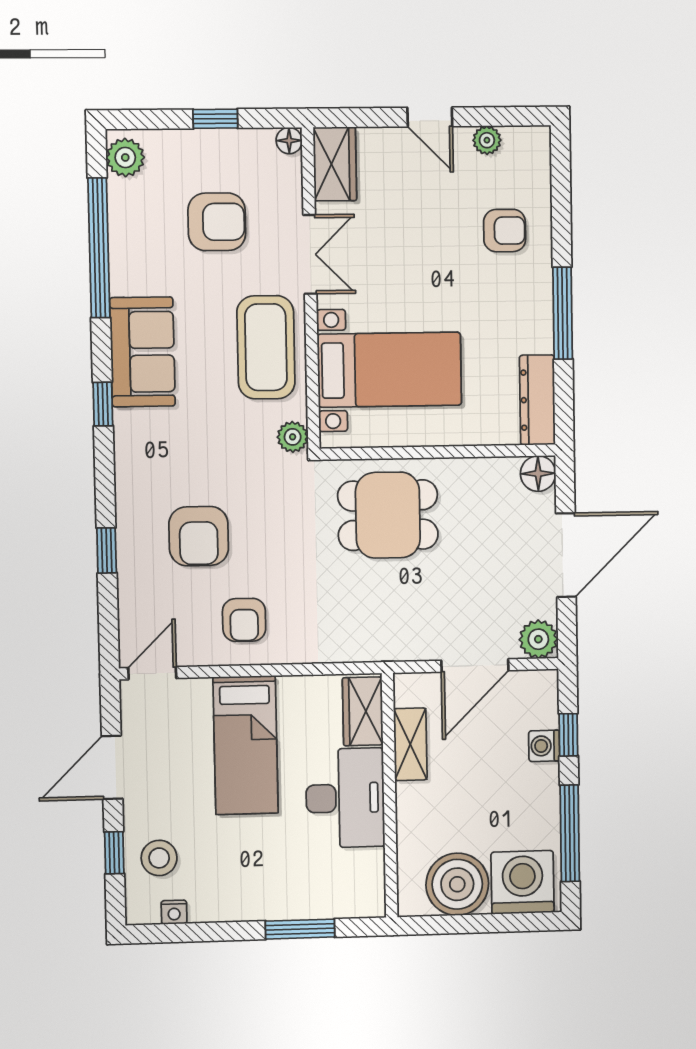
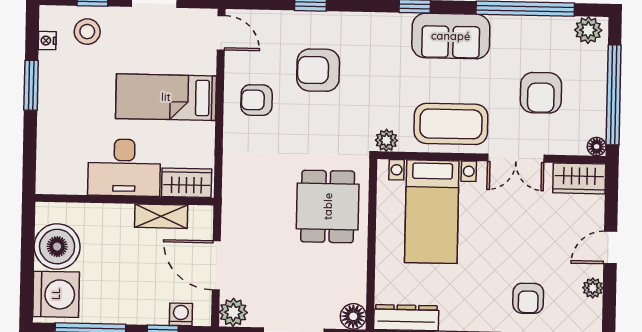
window: (215, 119) -> (614, 95), width x3.17
washing machine: (544, 746) -> (181, 314), moved
window: (300, 929) -> (31, 85), moved

